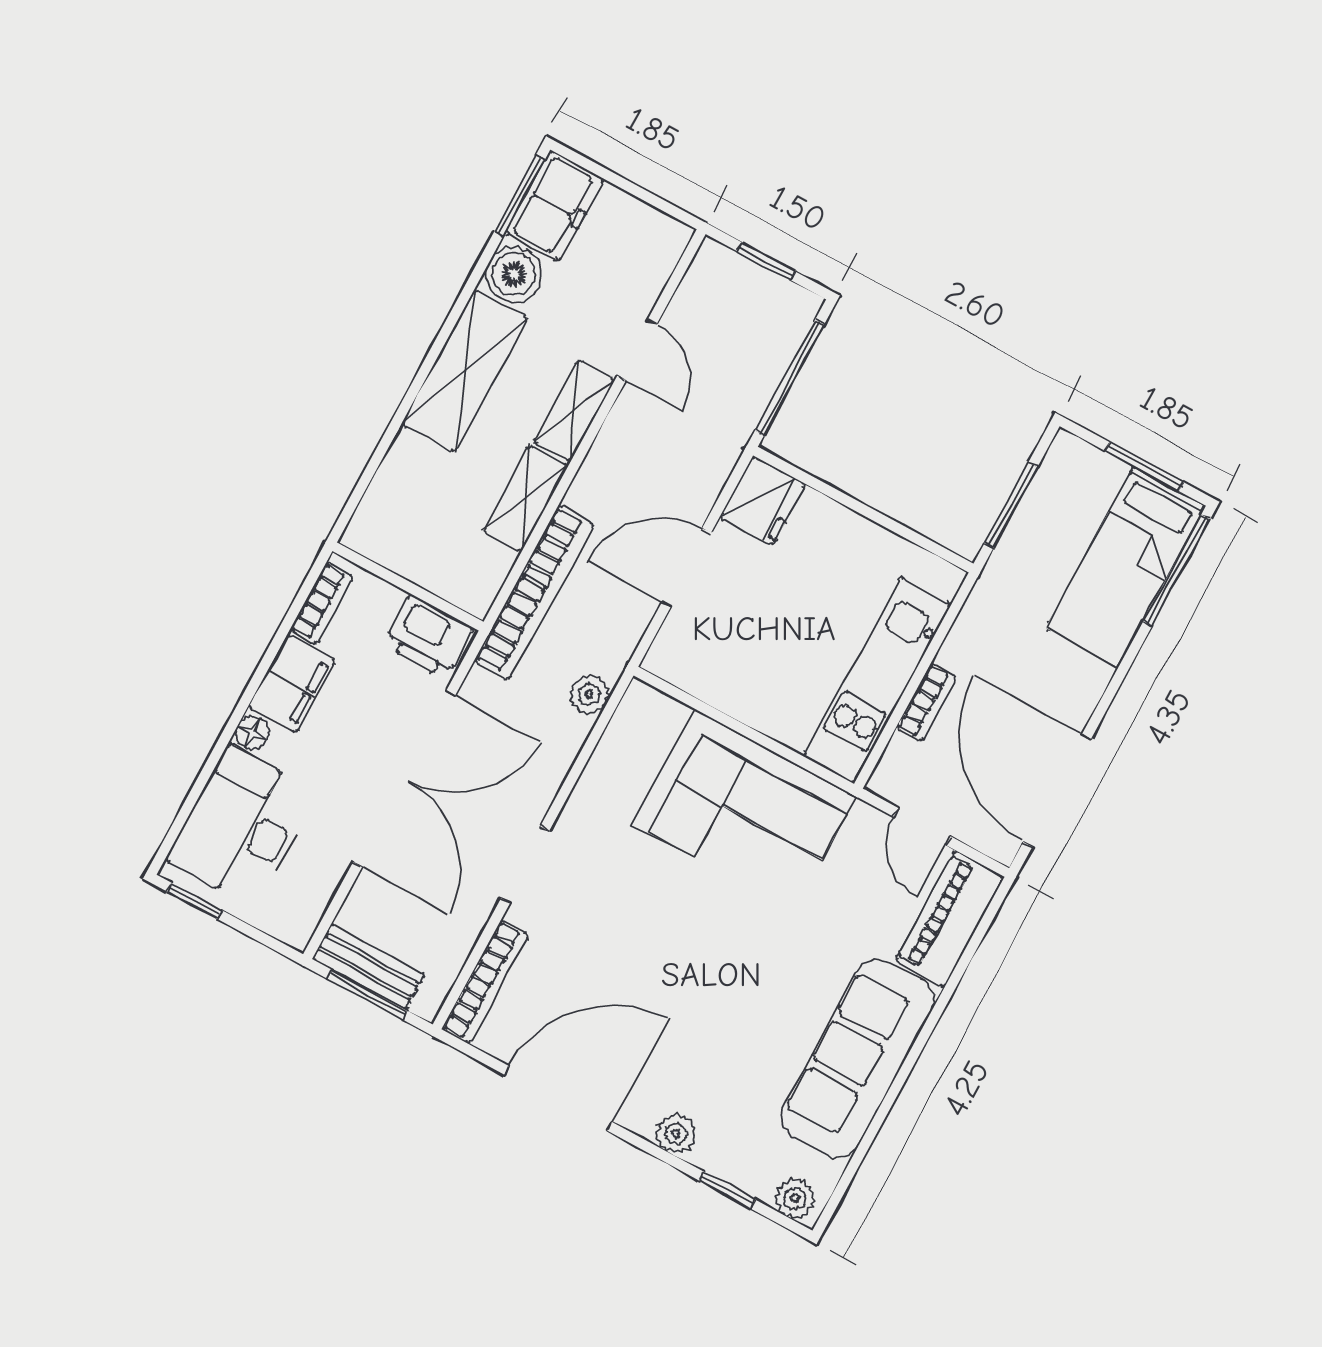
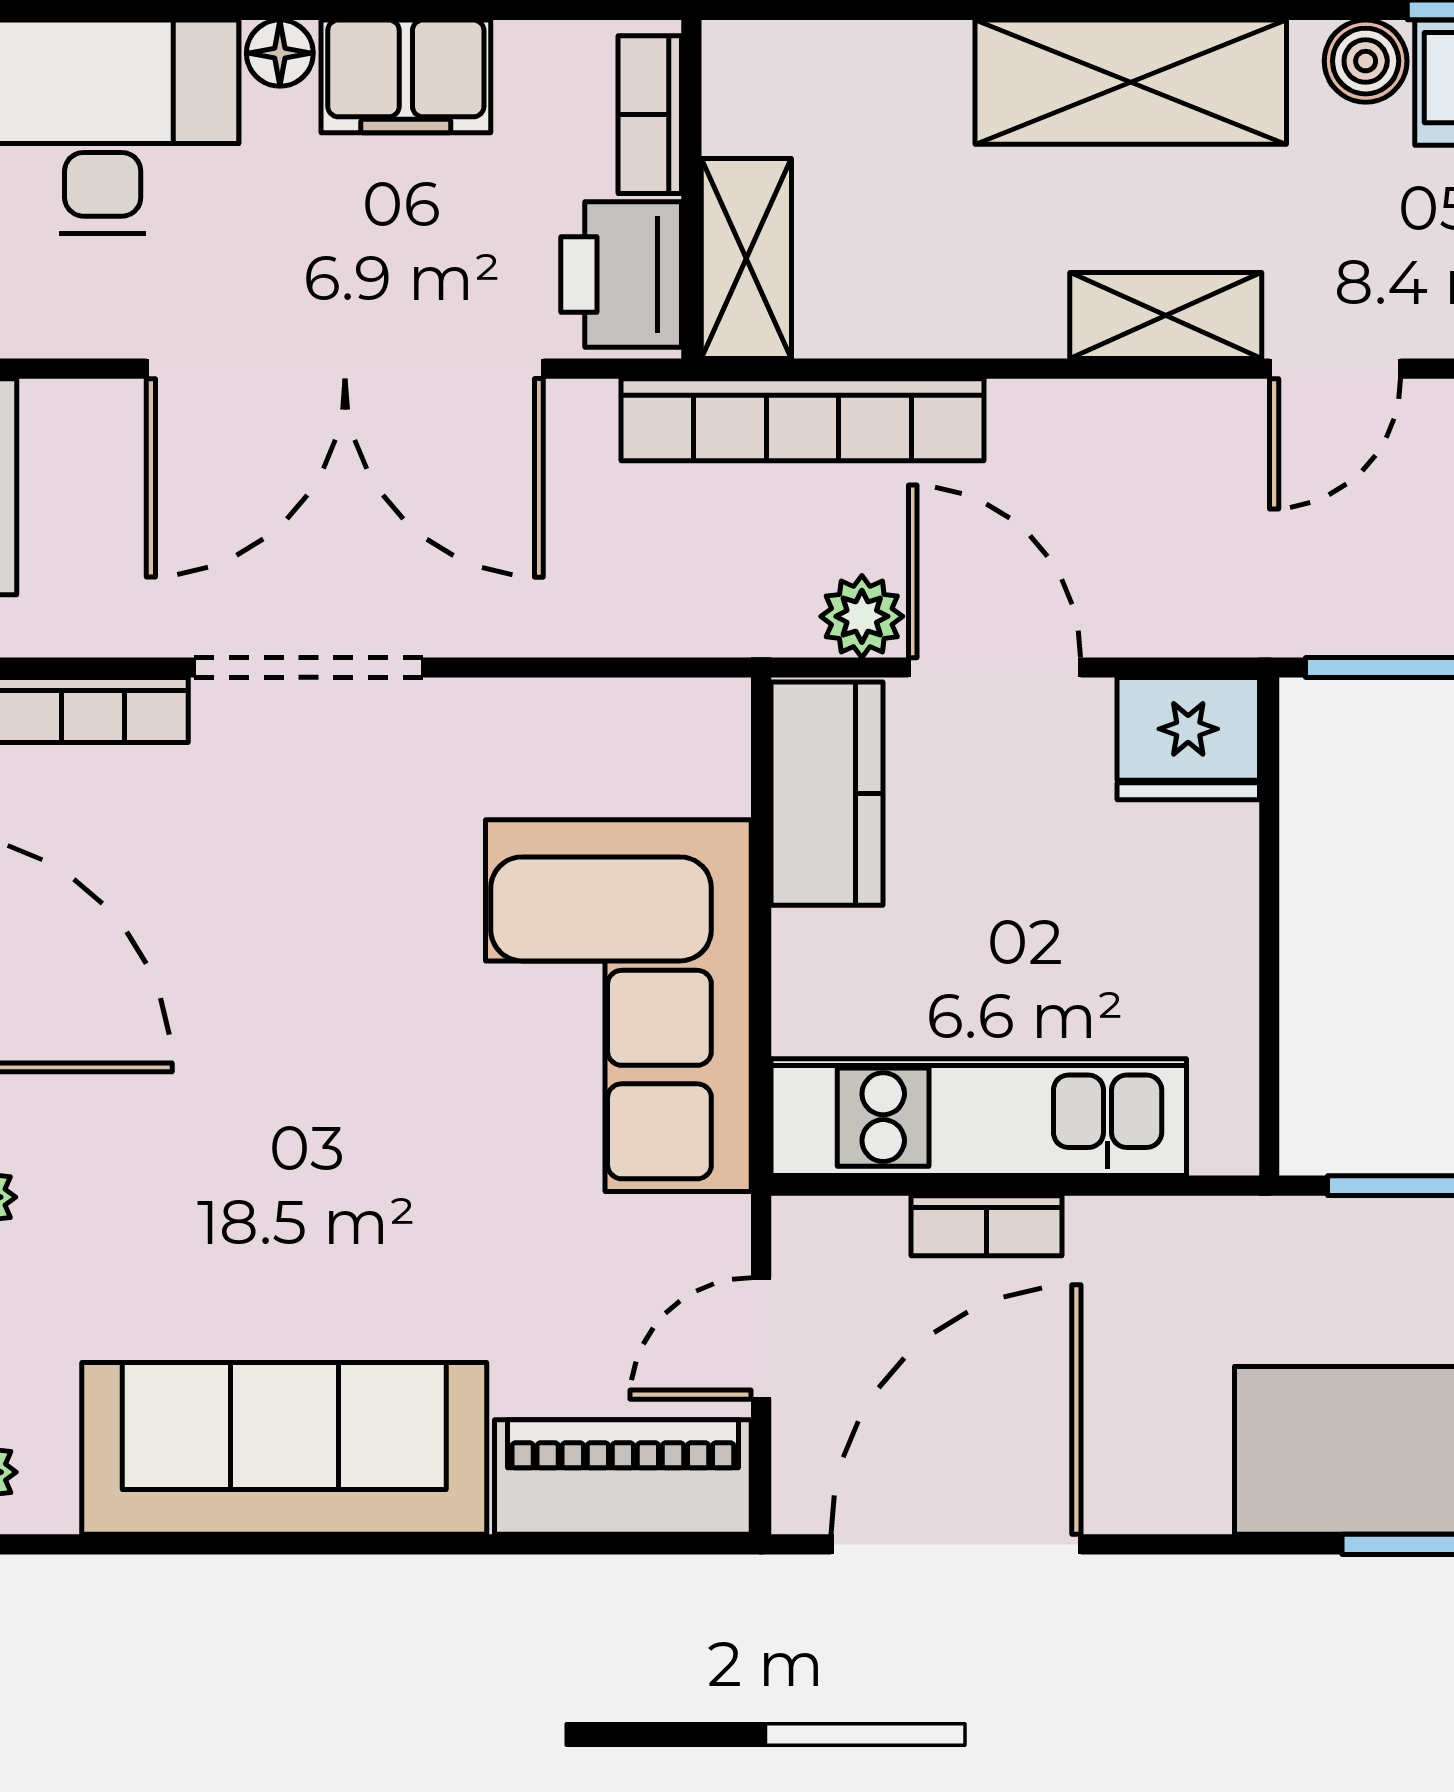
boiler: (514, 274) -> (1366, 61), width x0.73, depth x0.73
shelving: (525, 499) -> (746, 259), moved, turned 90
bookcase: (321, 603) -> (650, 115), moved, turned 90
kitchen counter: (702, 670) -> (827, 794), added
plant: (589, 694) -> (862, 616), moved
doorway: (525, 865) -> (309, 668), width x1.38

